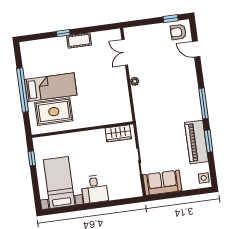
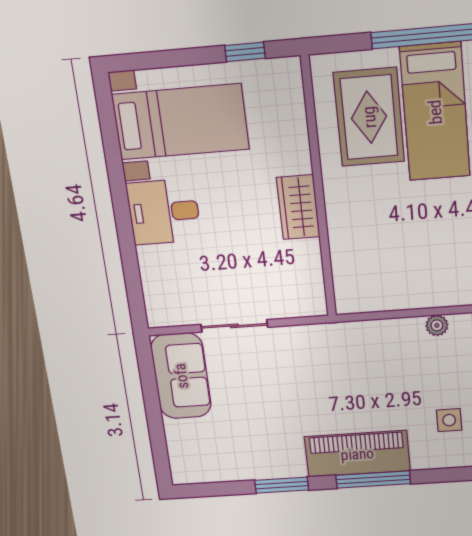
wardrobe: (118, 133) -> (298, 207), moved
piano: (197, 142) -> (357, 454), moved
side table: (204, 178) -> (449, 420), moved

